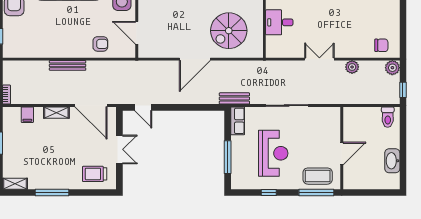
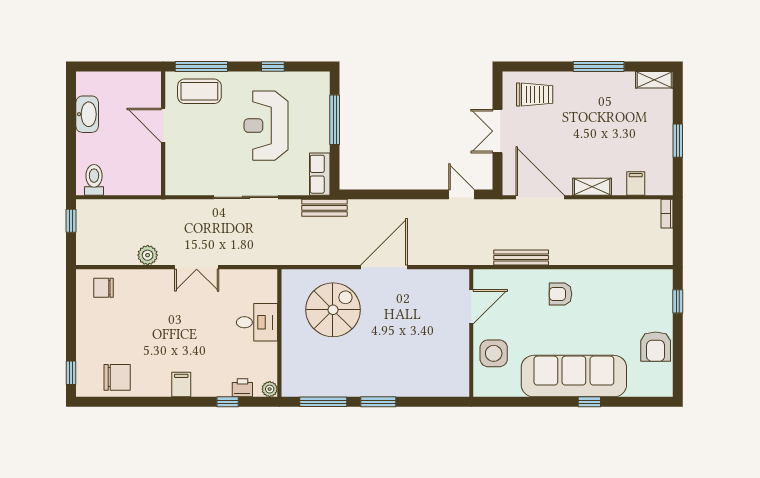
door: (137, 33) -> (471, 307), hinge flipped
armchair: (100, 44) -> (561, 294), moved
bench: (68, 65) -> (521, 258), moved
plant: (392, 68) -> (87, 254), removed
door: (342, 153) -> (163, 125), hinge flipped

